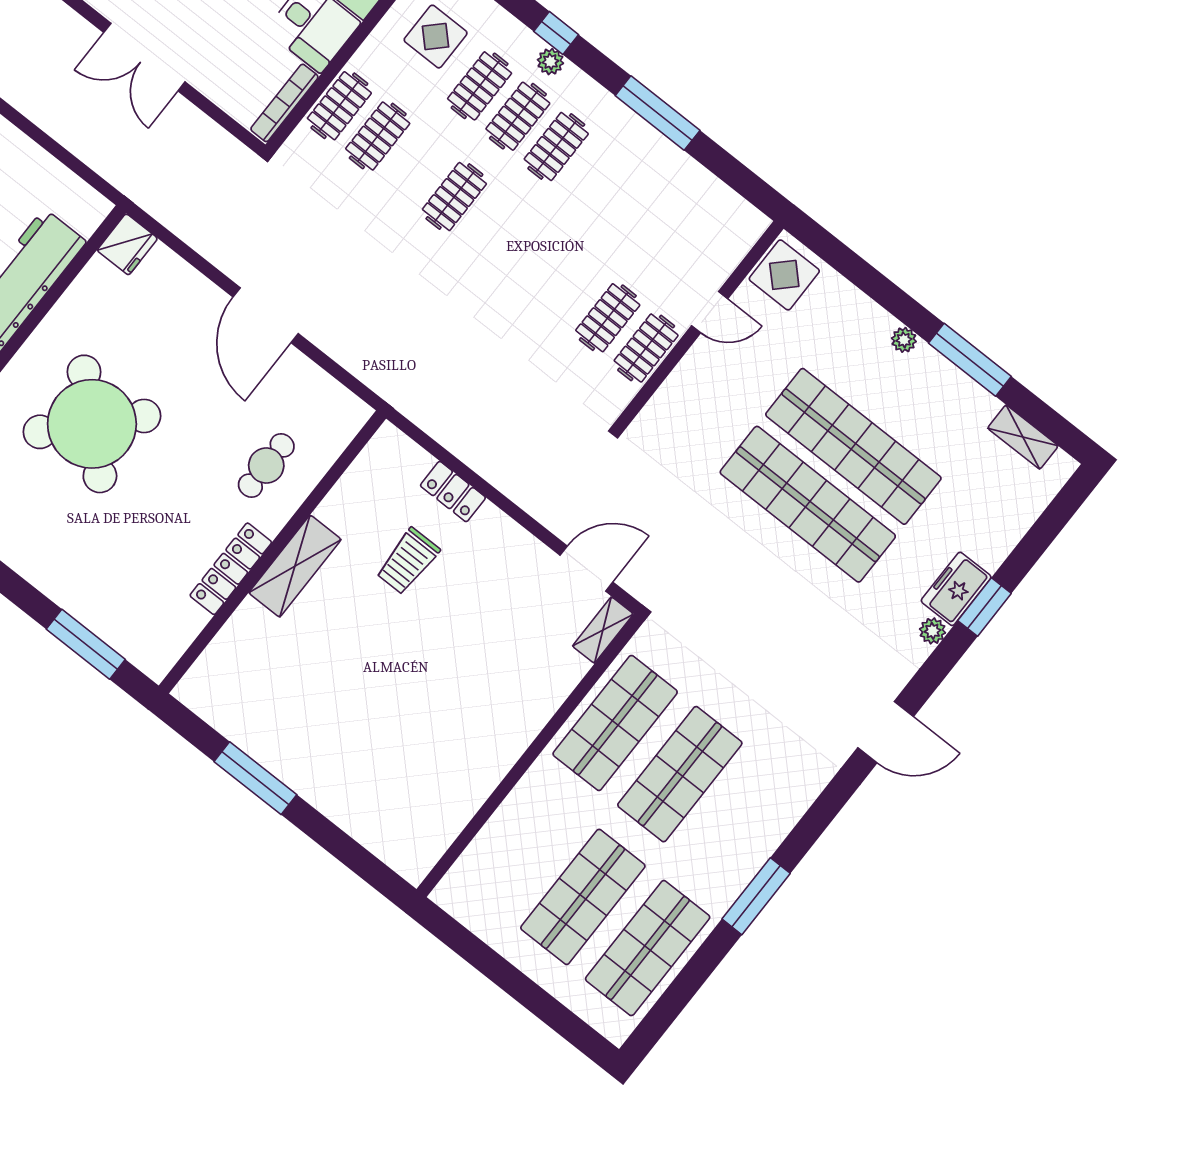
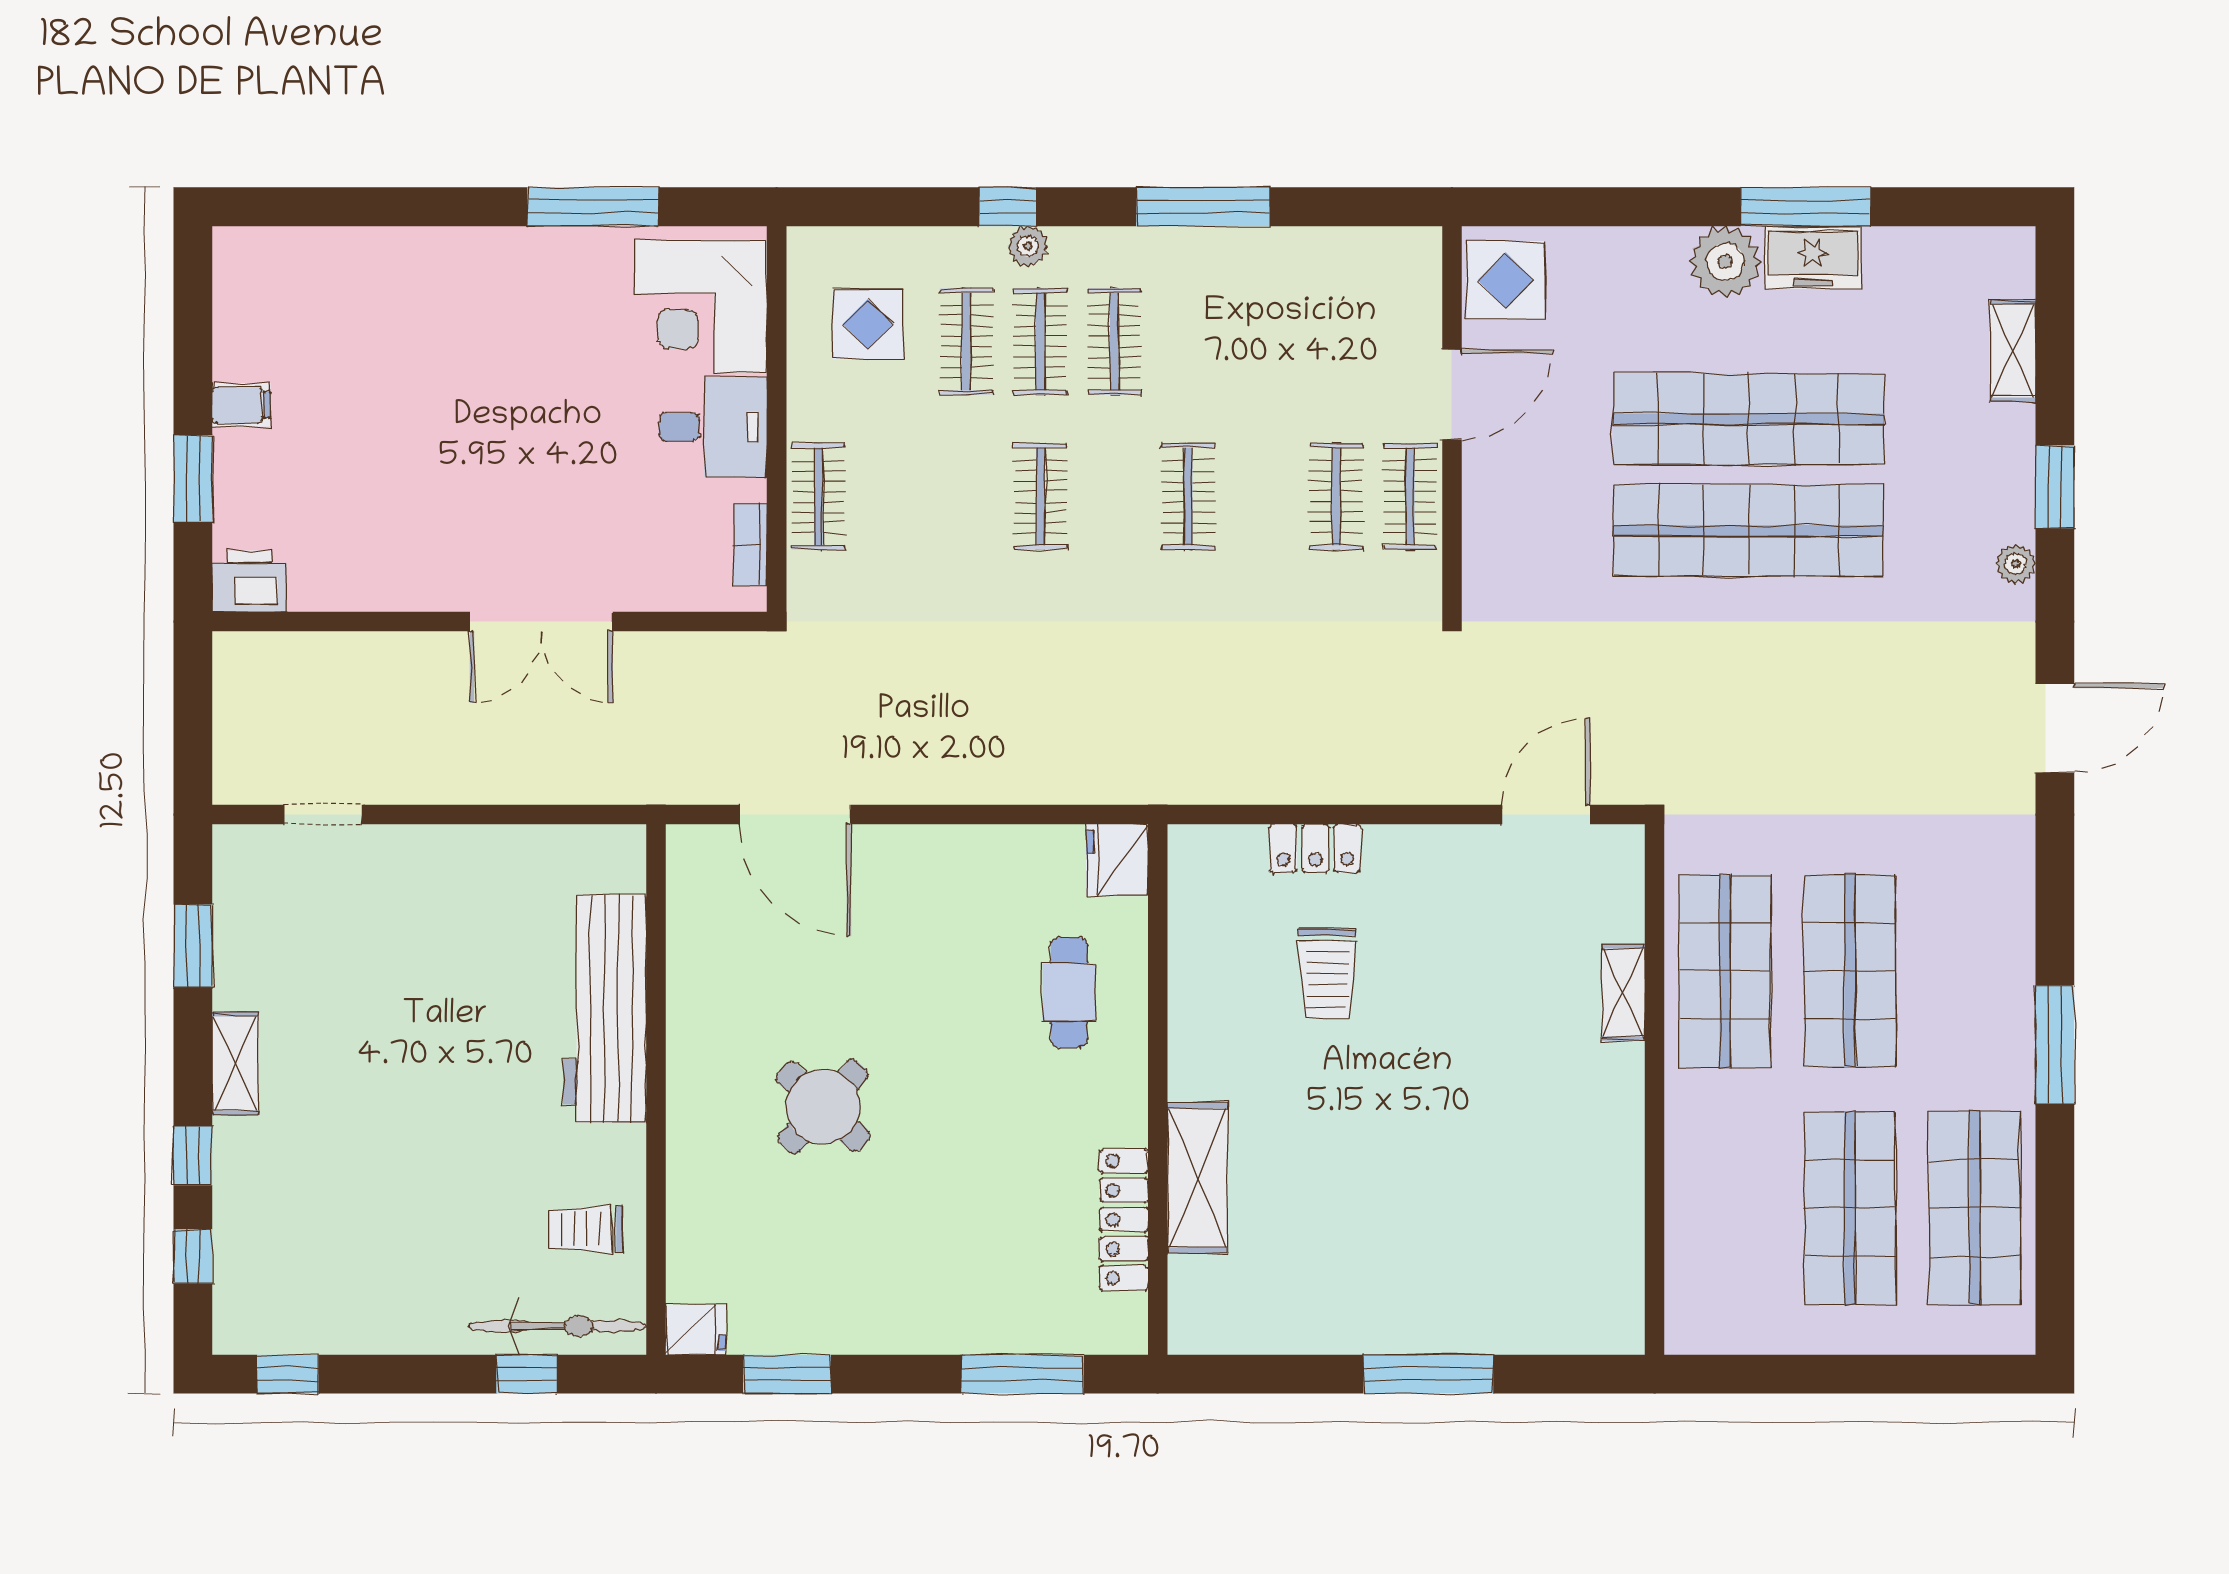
bookcase: (284, 103) -> (751, 545), width x0.64
clothes rail: (378, 136) -> (1188, 497), moved
fridge: (127, 244) -> (1117, 860), moved, turned 180
door: (710, 312) -> (1452, 394), width x1.38
door: (266, 315) -> (795, 815), moved
plant: (904, 340) -> (1725, 262), width x1.87, depth x1.87
round table: (92, 424) -> (823, 1107), width x0.54, depth x0.54
shelving: (1023, 437) -> (2013, 351), moved, turned 90
shelving: (295, 566) -> (1198, 1178), moved
locker: (231, 569) -> (1124, 1220), moved
freezer: (956, 589) -> (1813, 257), moved, turned -90
shelving: (603, 630) -> (1623, 993), moved
window: (255, 778) -> (1428, 1374), moved

